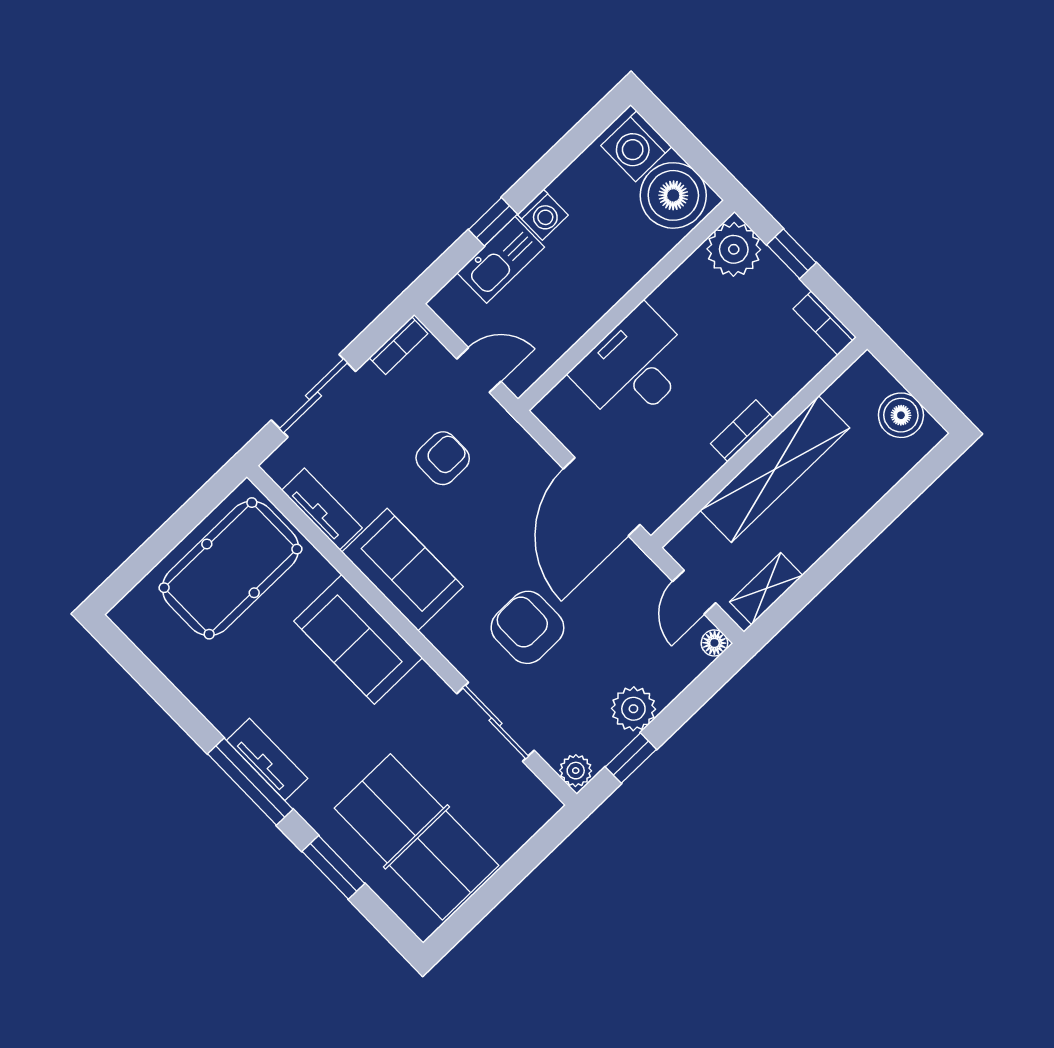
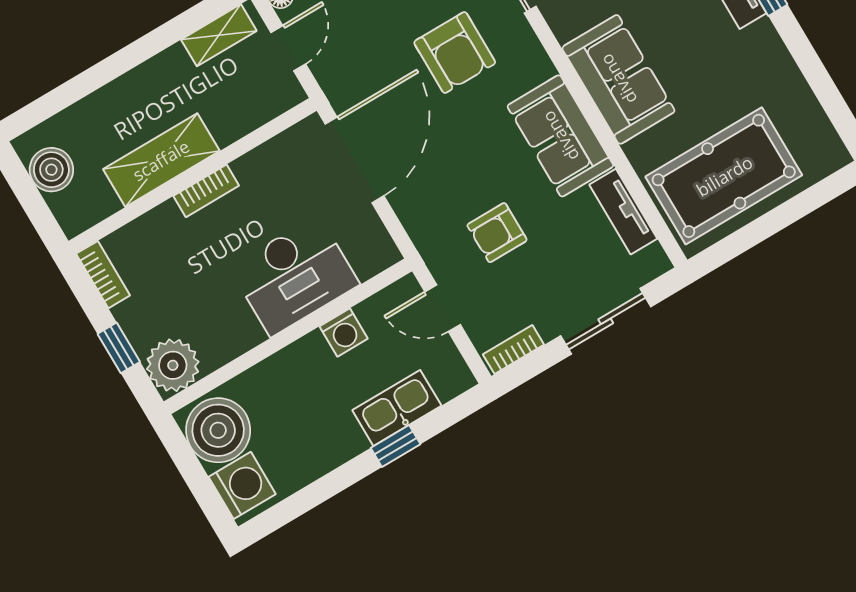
washing machine: (543, 215) -> (344, 333), moved, turned 180
shelving: (775, 469) -> (161, 160), width x0.68

